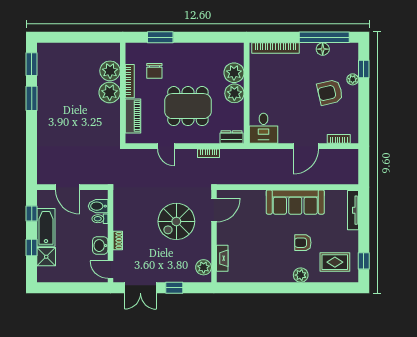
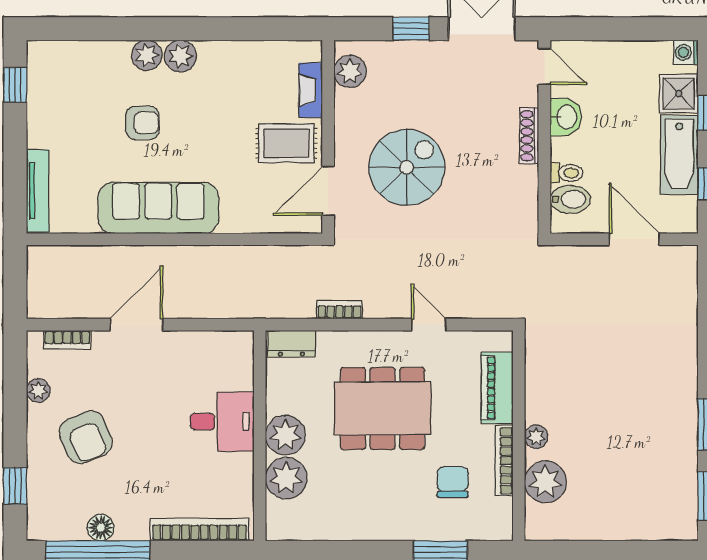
plant: (353, 79) -> (38, 391), moved
armchair: (330, 92) -> (86, 437), turned 80
plant: (110, 93) -> (536, 437), width x0.53, depth x0.53
desk: (263, 128) -> (222, 422), moved, turned 90
shoe rack: (118, 241) -> (529, 136), width x1.43
rug: (335, 262) -> (286, 143), moved
plant: (285, 275) -> (180, 56), added
washing machine: (43, 276) -> (686, 52), added

